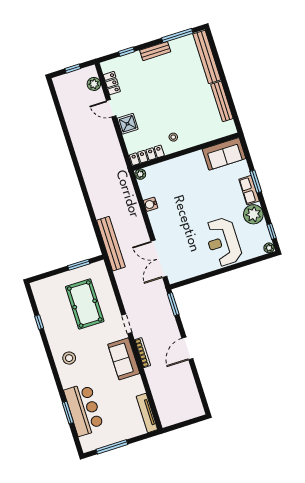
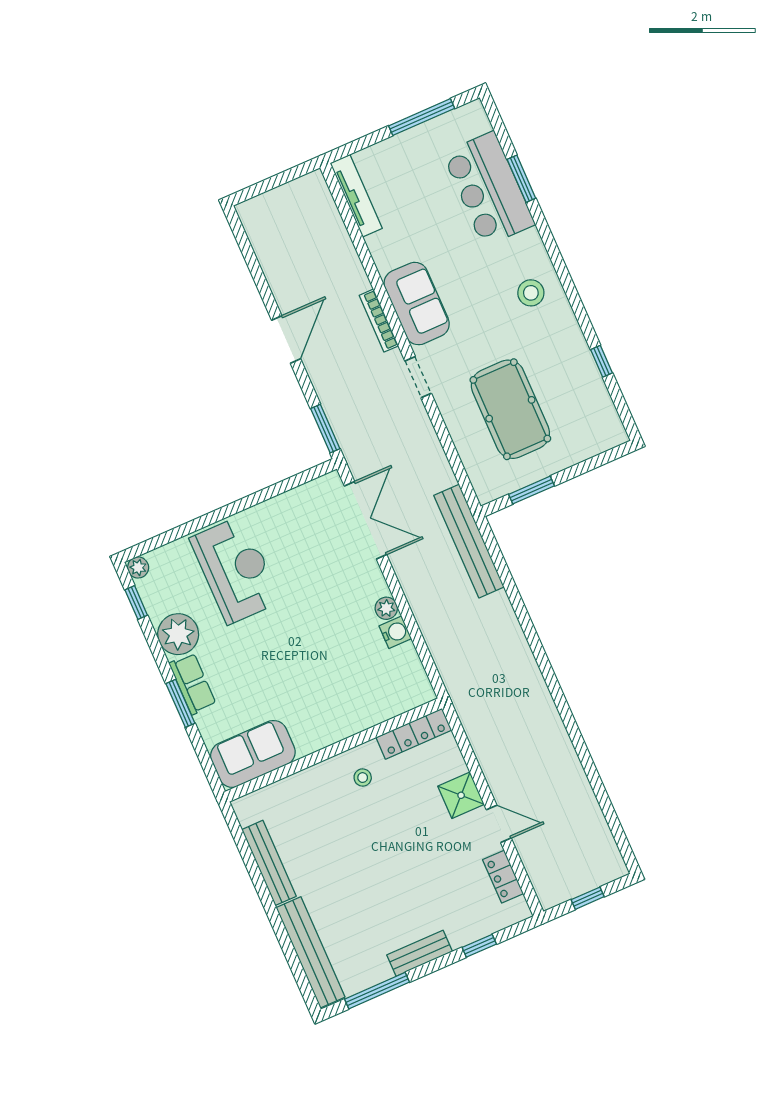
plant: (94, 84) -> (540, 871), removed
plant: (140, 174) -> (386, 608), moved

